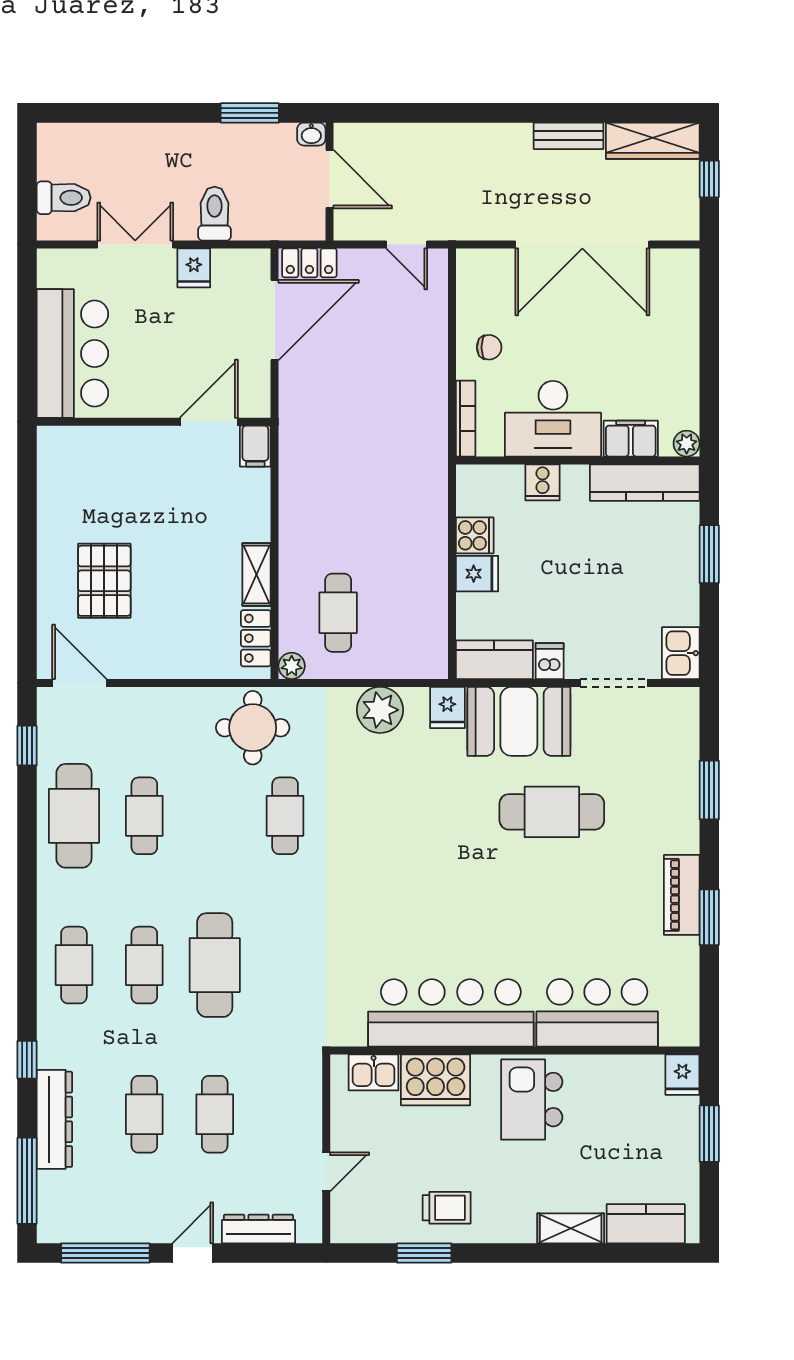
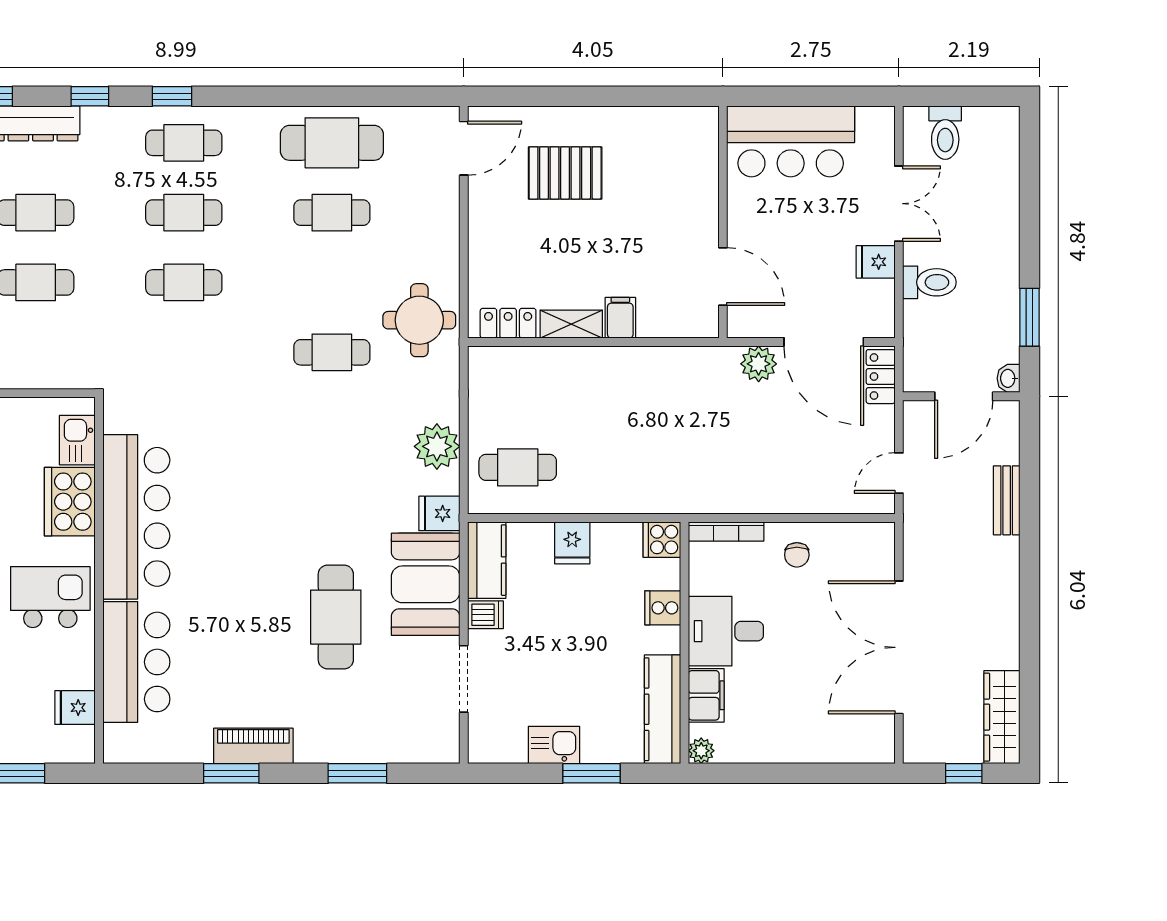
bench: (568, 136) -> (1007, 500), moved
desk: (553, 419) -> (726, 631), width x0.73
filing cabinet: (255, 446) -> (620, 318), moved, turned 90
cooker: (475, 535) -> (662, 540), moved, turned 90
cafe table: (338, 613) -> (518, 467), moved
kitchen sink: (681, 653) -> (554, 745), moved
plant: (292, 666) -> (759, 364), moved, width x1.38, depth x1.38
window: (27, 746) -> (172, 96), moved
cafe table: (215, 965) -> (184, 282), width x0.73, depth x0.74
fridge: (682, 1075) -> (75, 708), moved

